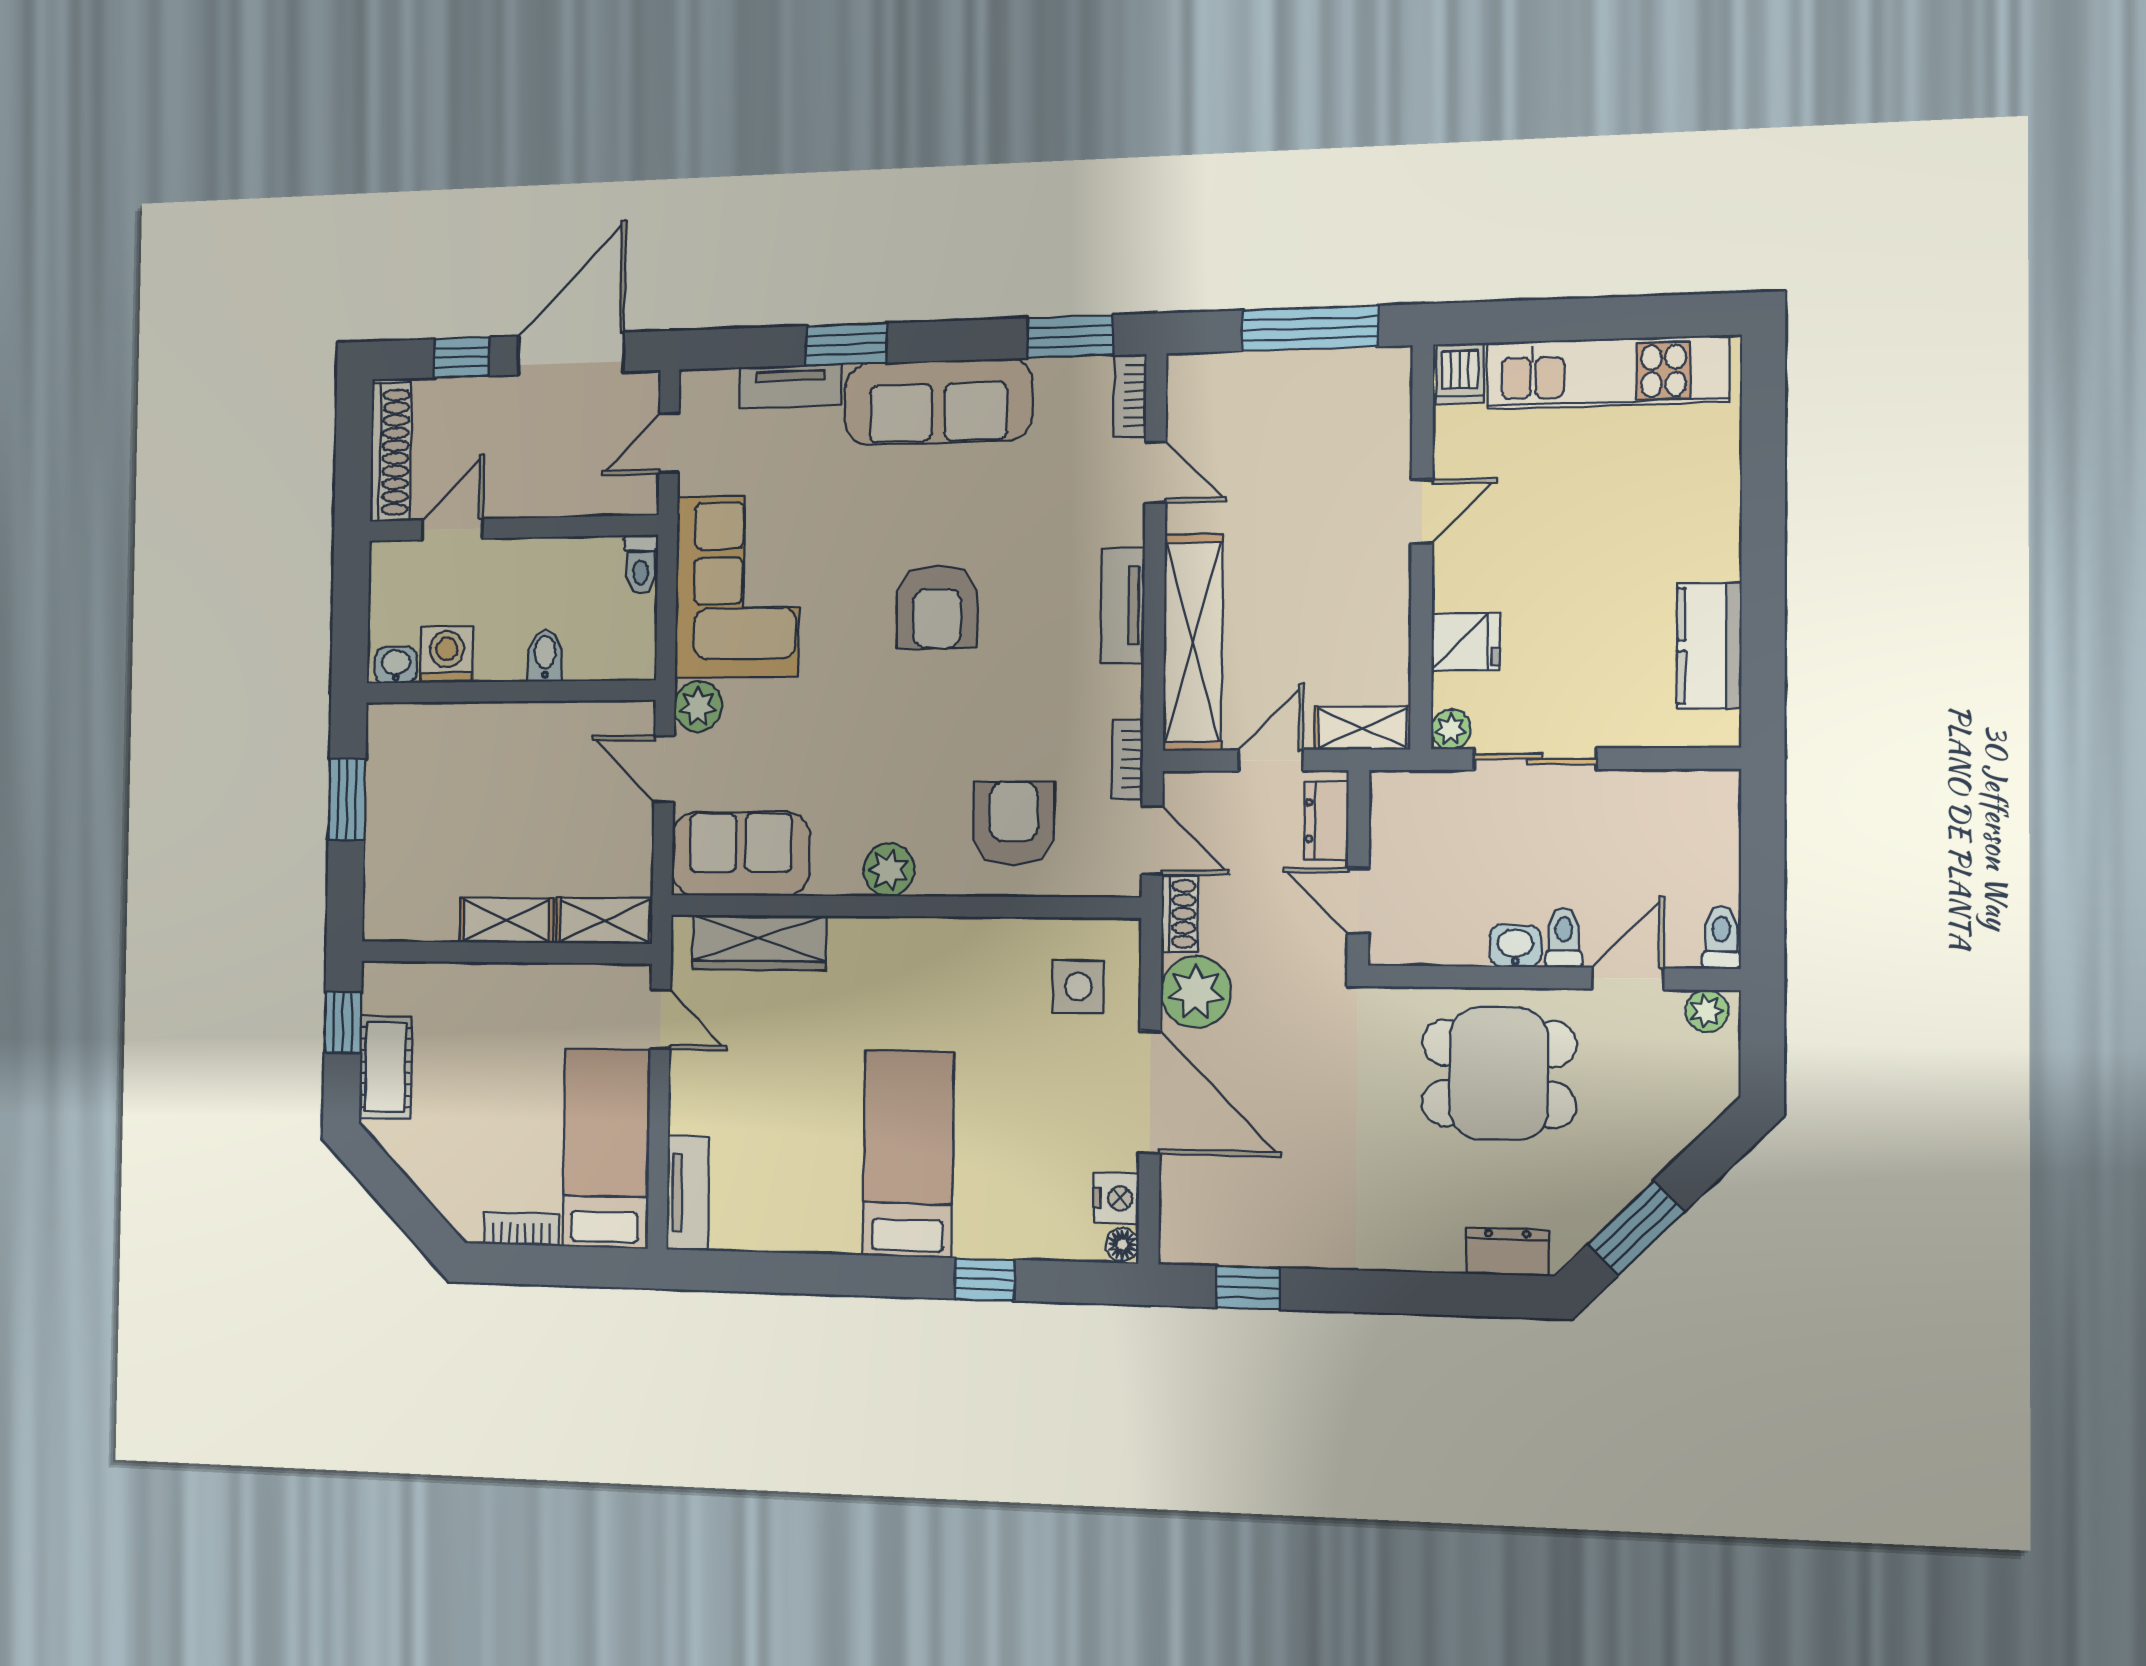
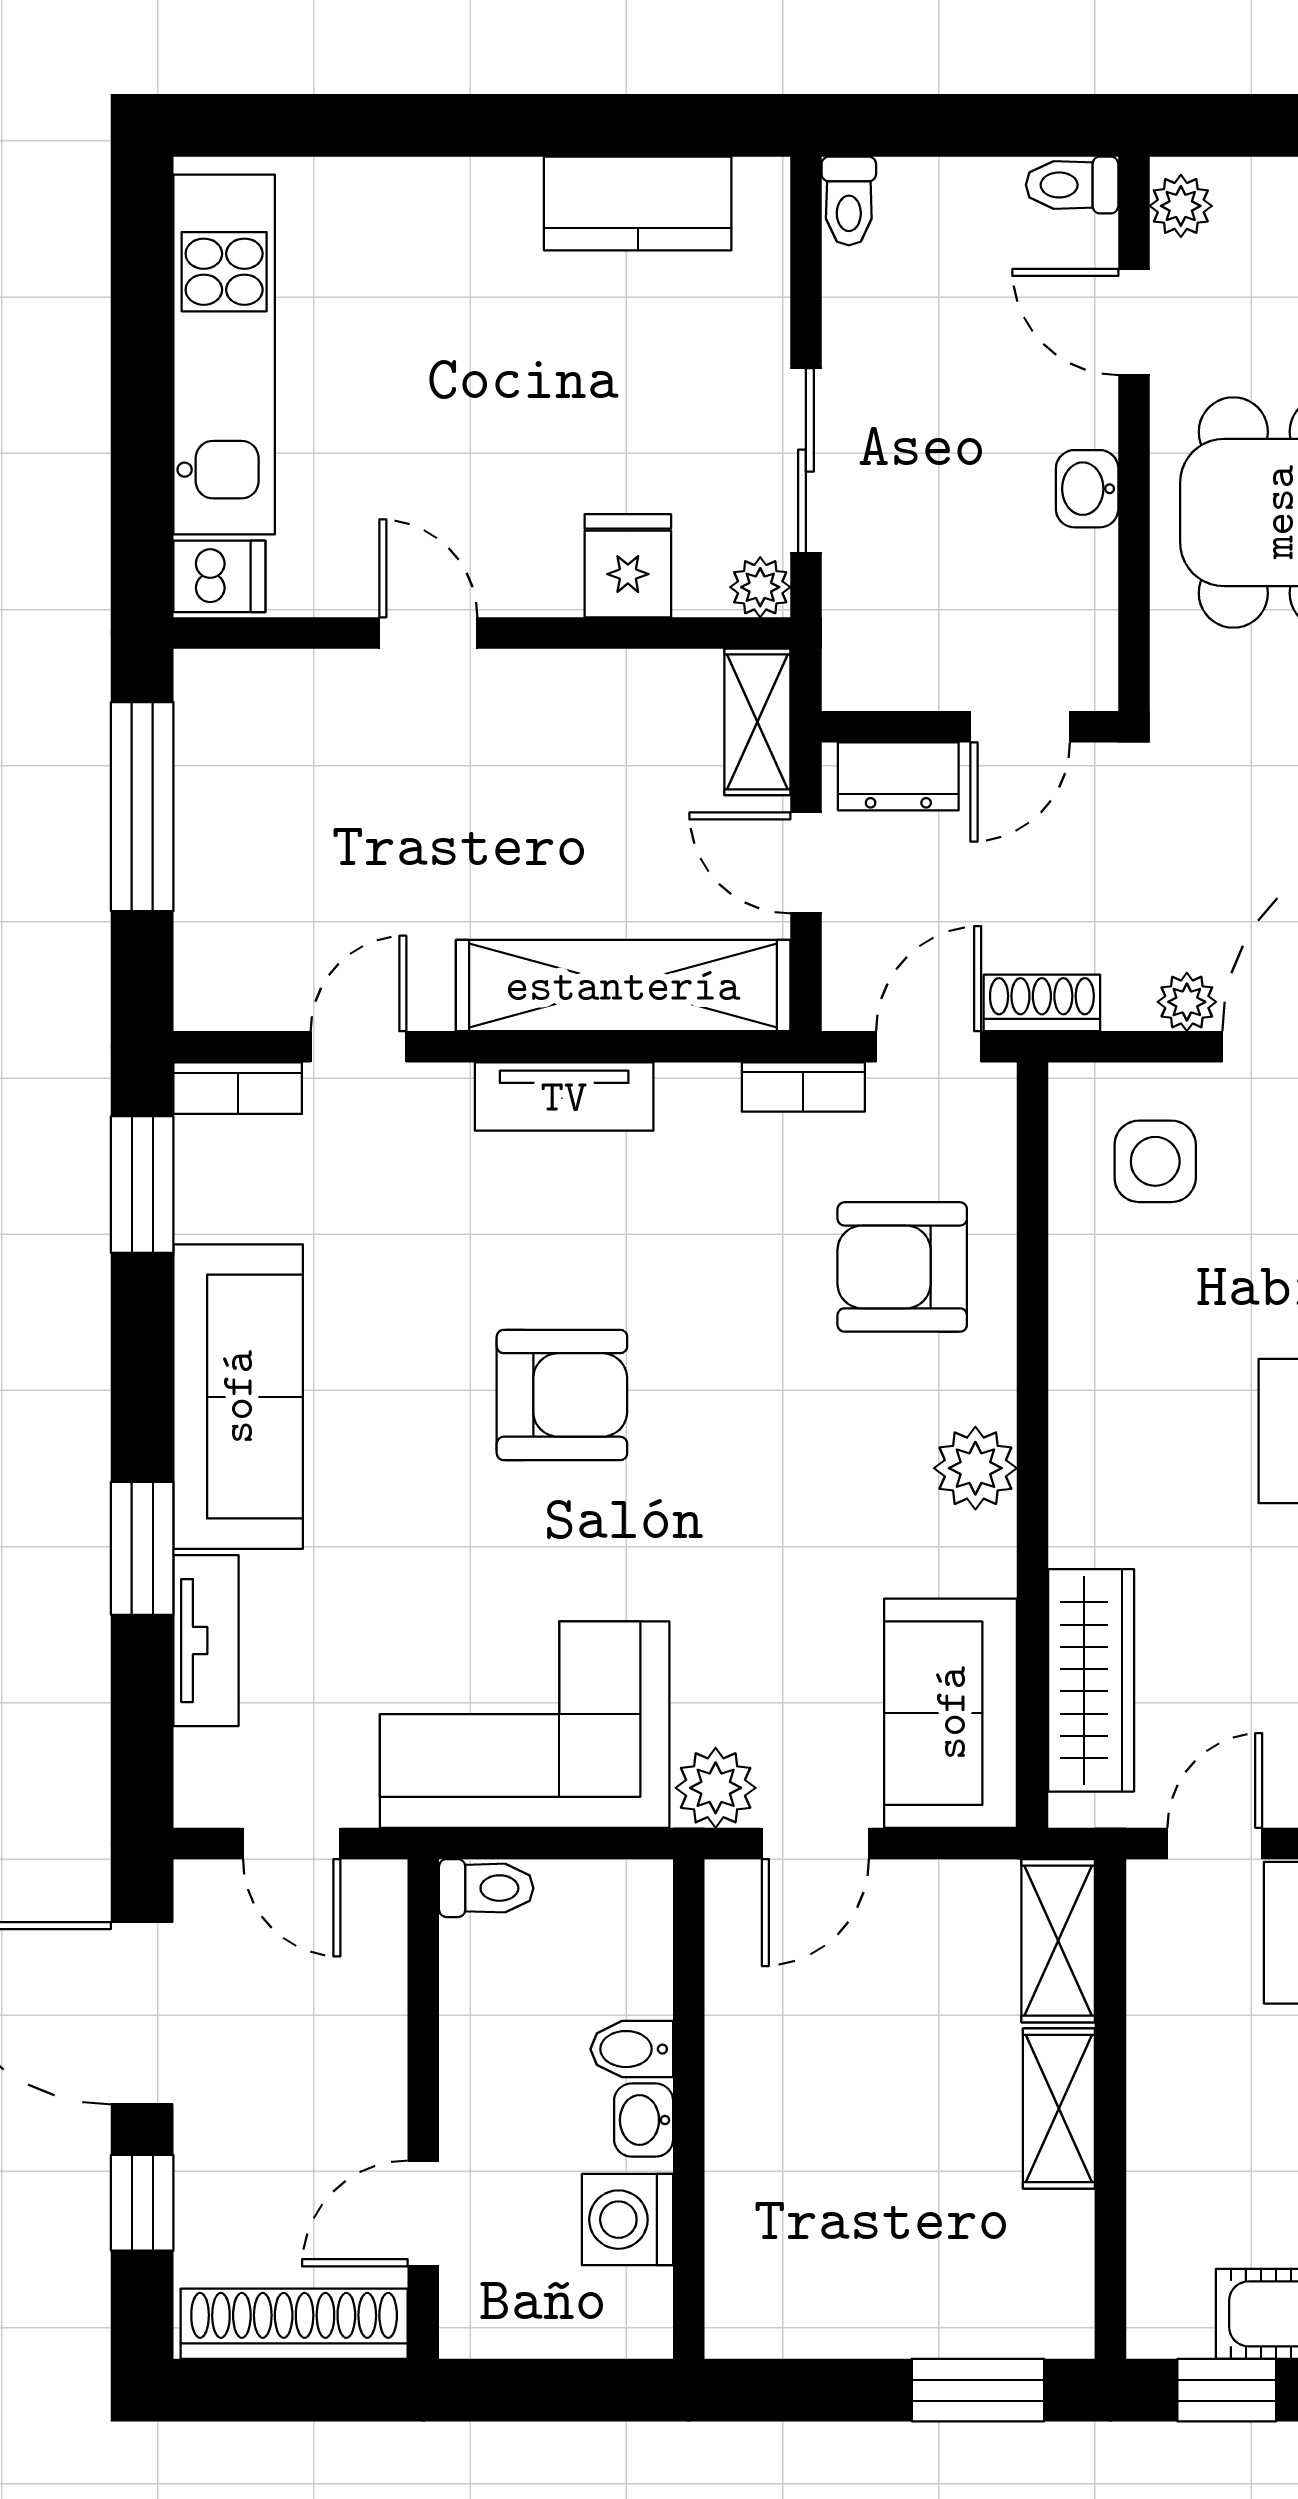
door: (452, 529) -> (423, 2213), hinge flipped
washbasin: (396, 665) -> (644, 2120), moved
window: (347, 799) -> (978, 2390), moved
toilet: (1564, 938) -> (849, 201), moved, turned -90
plant: (1196, 992) -> (1187, 1002), width x0.53, depth x0.53

